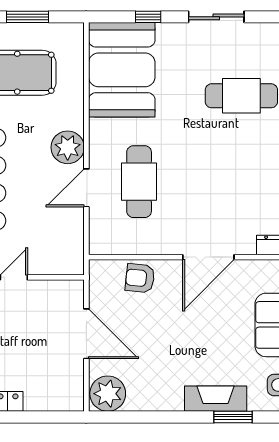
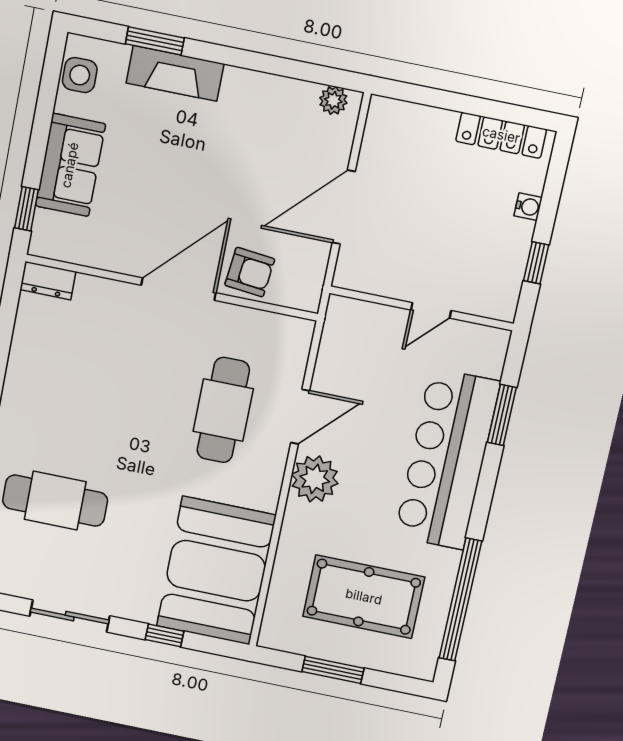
door: (208, 257) -> (178, 289), moved
door: (86, 334) -> (344, 207), hinge flipped
plant: (108, 394) -> (333, 100), width x0.53, depth x0.53

